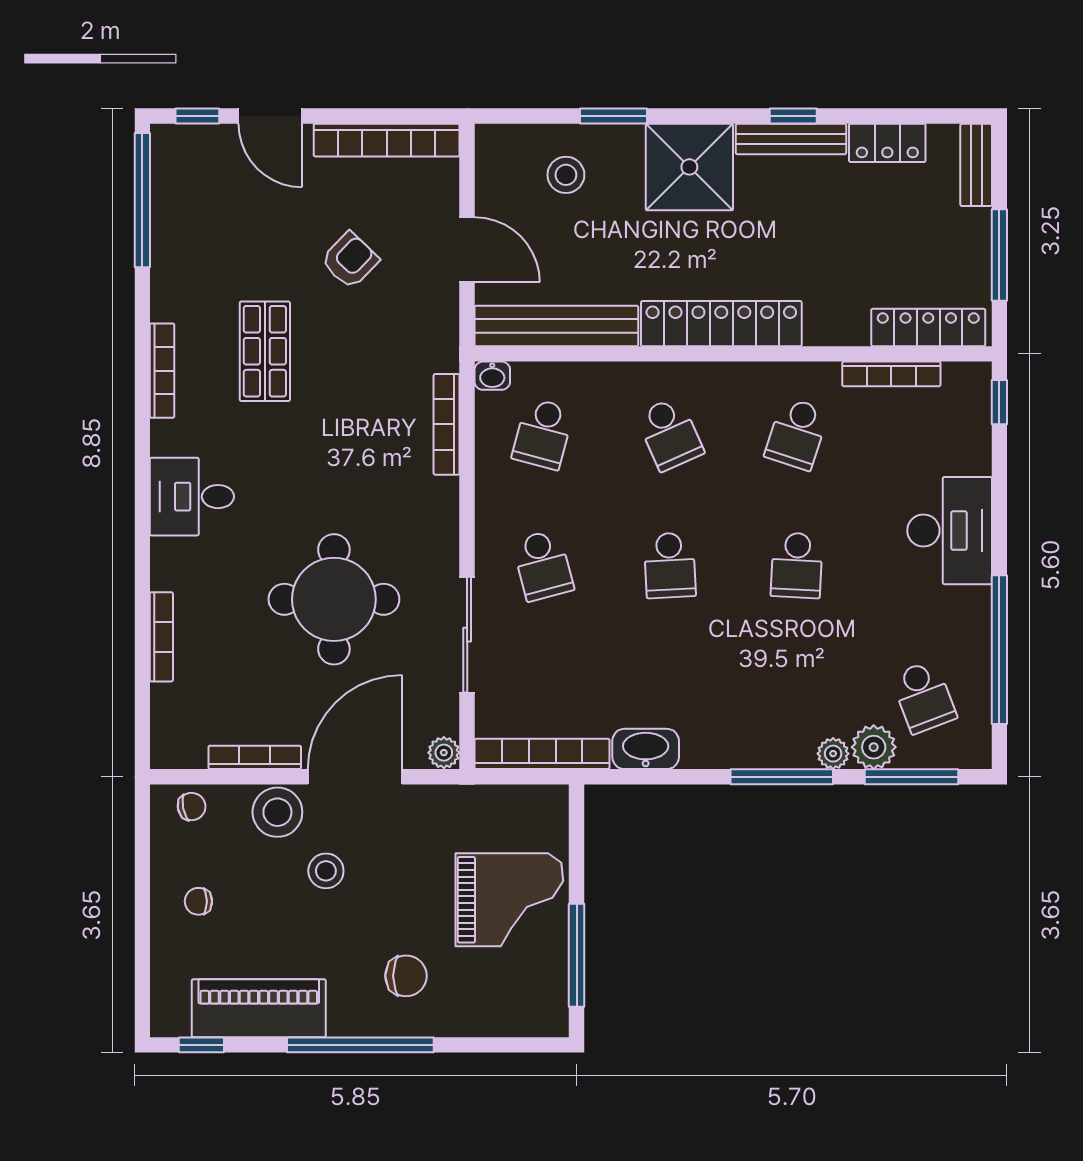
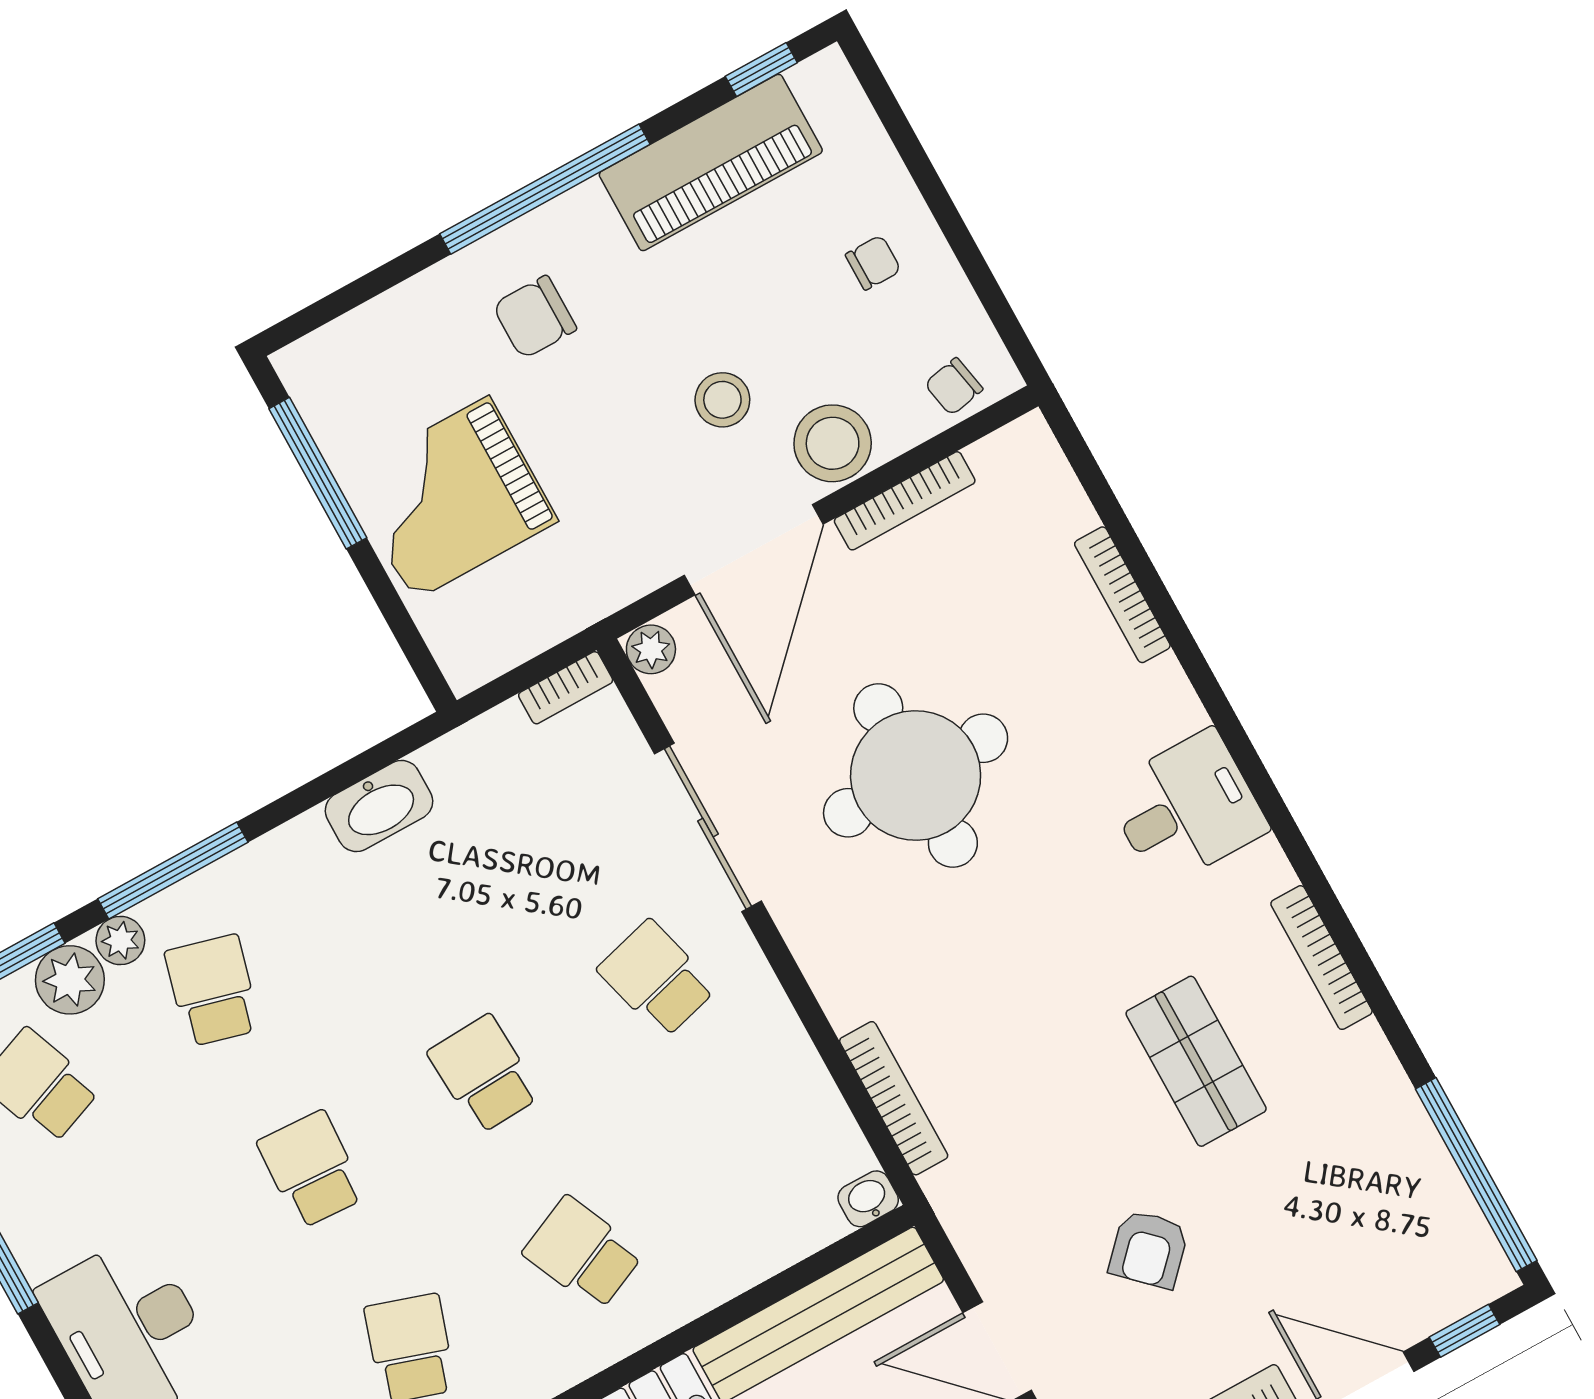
school desk: (543, 434) -> (212, 990), moved
bookcase: (542, 754) -> (566, 688), width x0.43, depth x0.76

